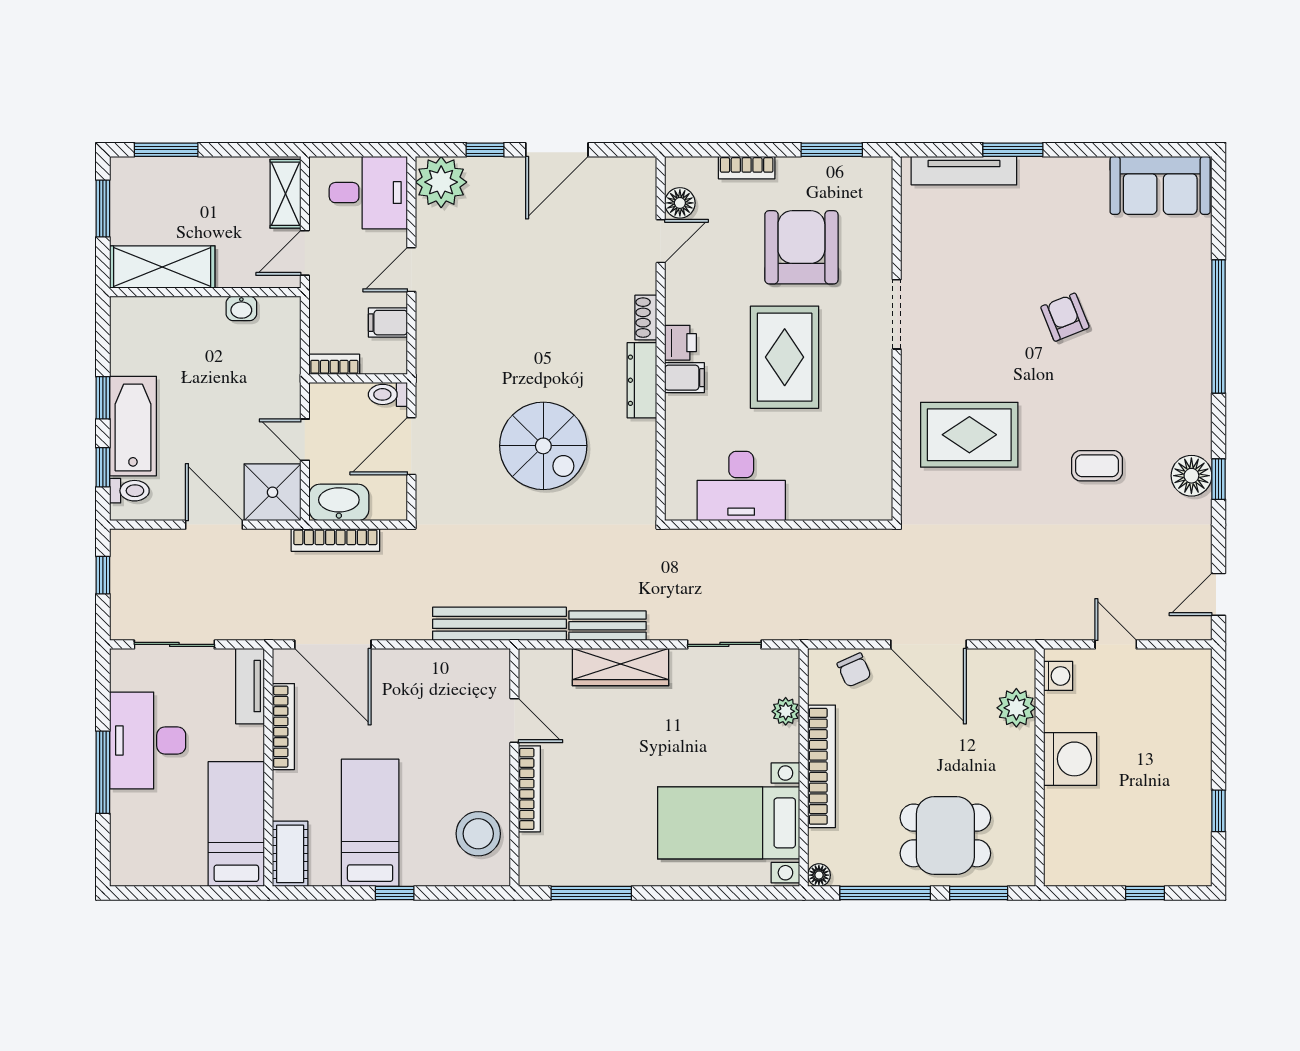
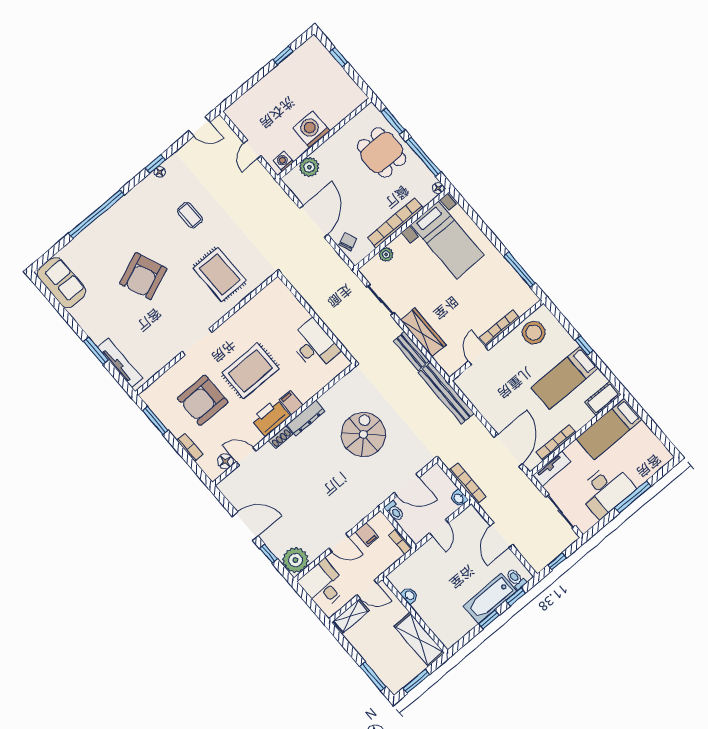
armchair: (1065, 317) -> (143, 276), width x1.88, depth x1.88
printer: (680, 343) -> (271, 418), width x1.87, depth x1.48
floor lamp: (1191, 476) -> (160, 172), width x0.53, depth x0.53
shower: (273, 492) -> (470, 523), removed
washbasin: (339, 502) -> (459, 498), width x0.52, depth x0.69

